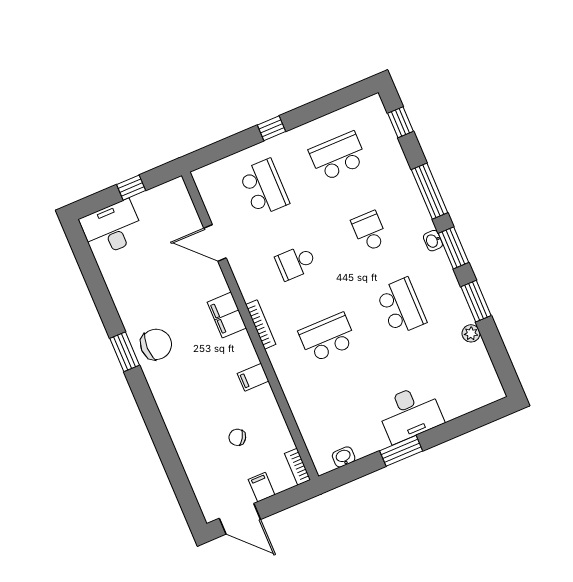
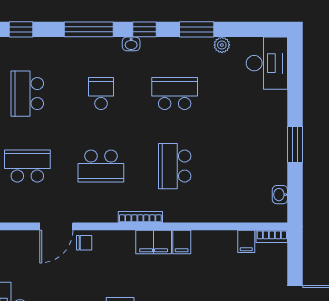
school desk: (370, 231) -> (101, 94), turned 90
window: (454, 248) -> (144, 29), width x0.67
school desk: (296, 262) -> (101, 166), width x1.85
filing cabinet: (227, 315) -> (154, 242), moved
desk: (410, 413) -> (267, 63), moved
chair: (237, 437) -> (84, 243), moved, turned -122
filing cabinet: (262, 487) -> (246, 241), moved, turned -90

